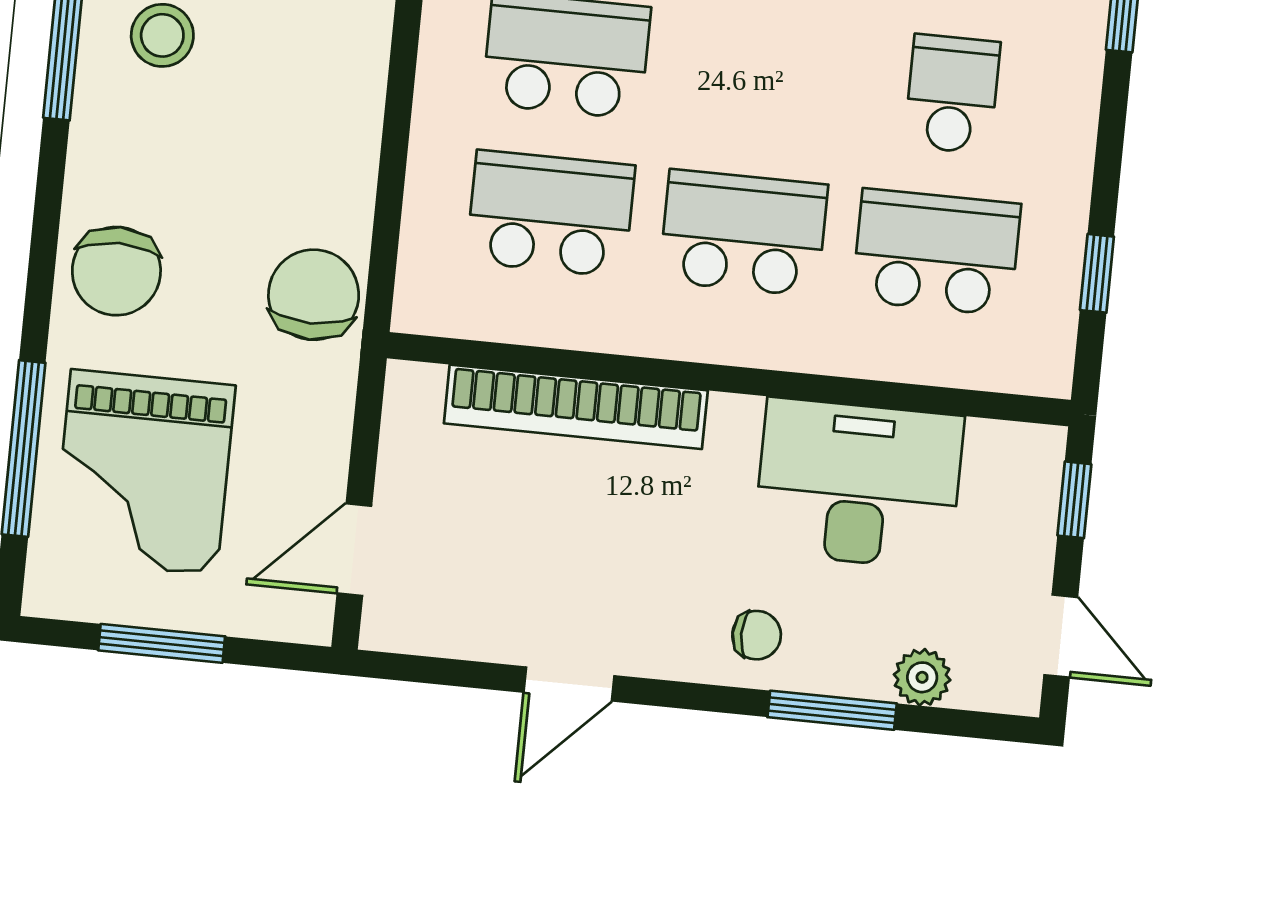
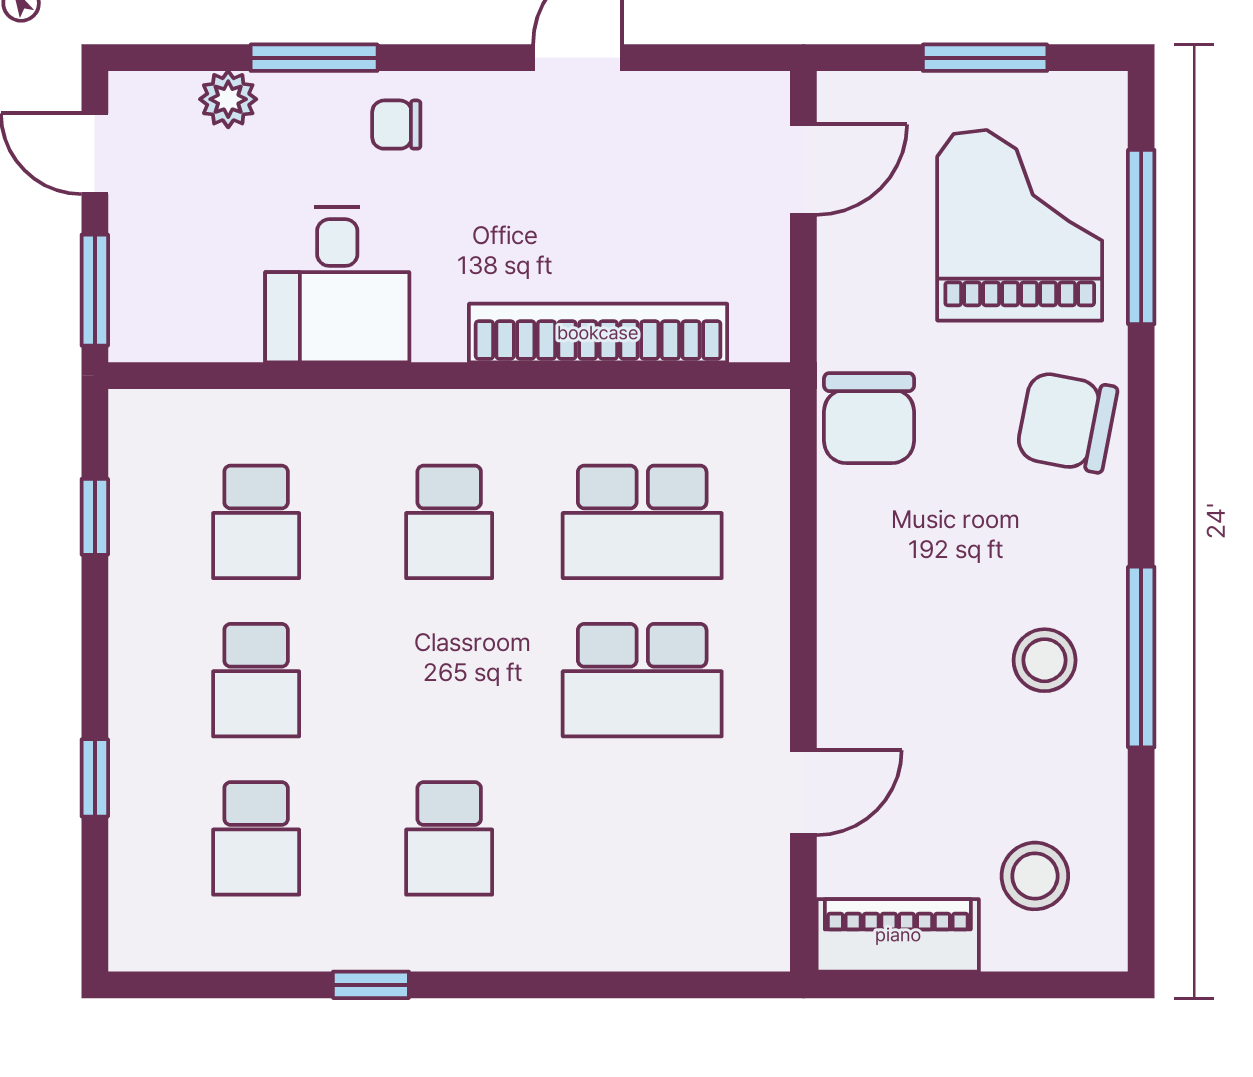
school desk: (743, 233) -> (449, 522), width x0.54
school desk: (936, 252) -> (256, 522), width x0.54
chair: (116, 271) -> (1067, 422), turned -79
desk: (858, 484) -> (337, 285), width x0.73
window: (1074, 500) -> (95, 290), width x1.50

